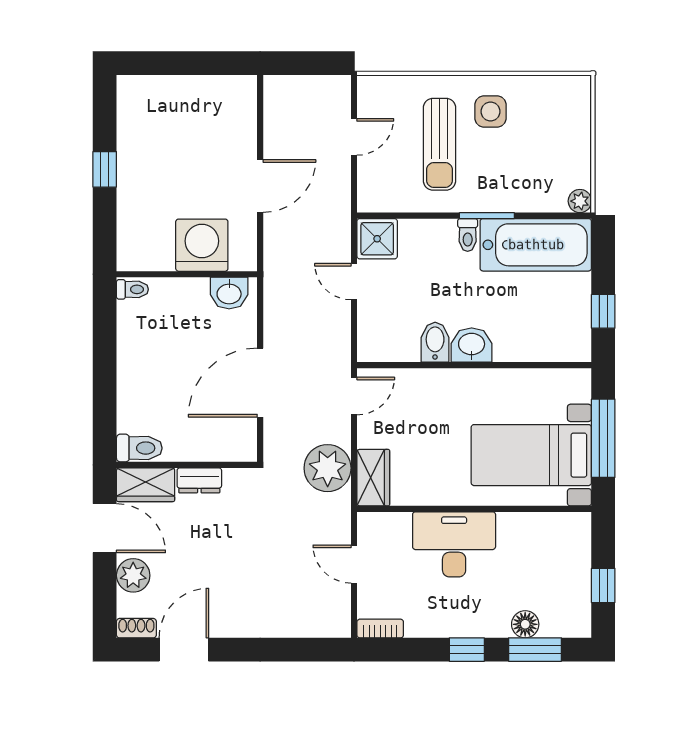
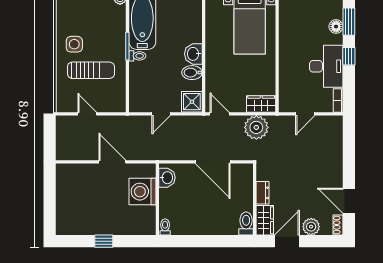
shower: (377, 239) -> (192, 102), moved
desk: (454, 544) -> (326, 66), moved, turned 180

